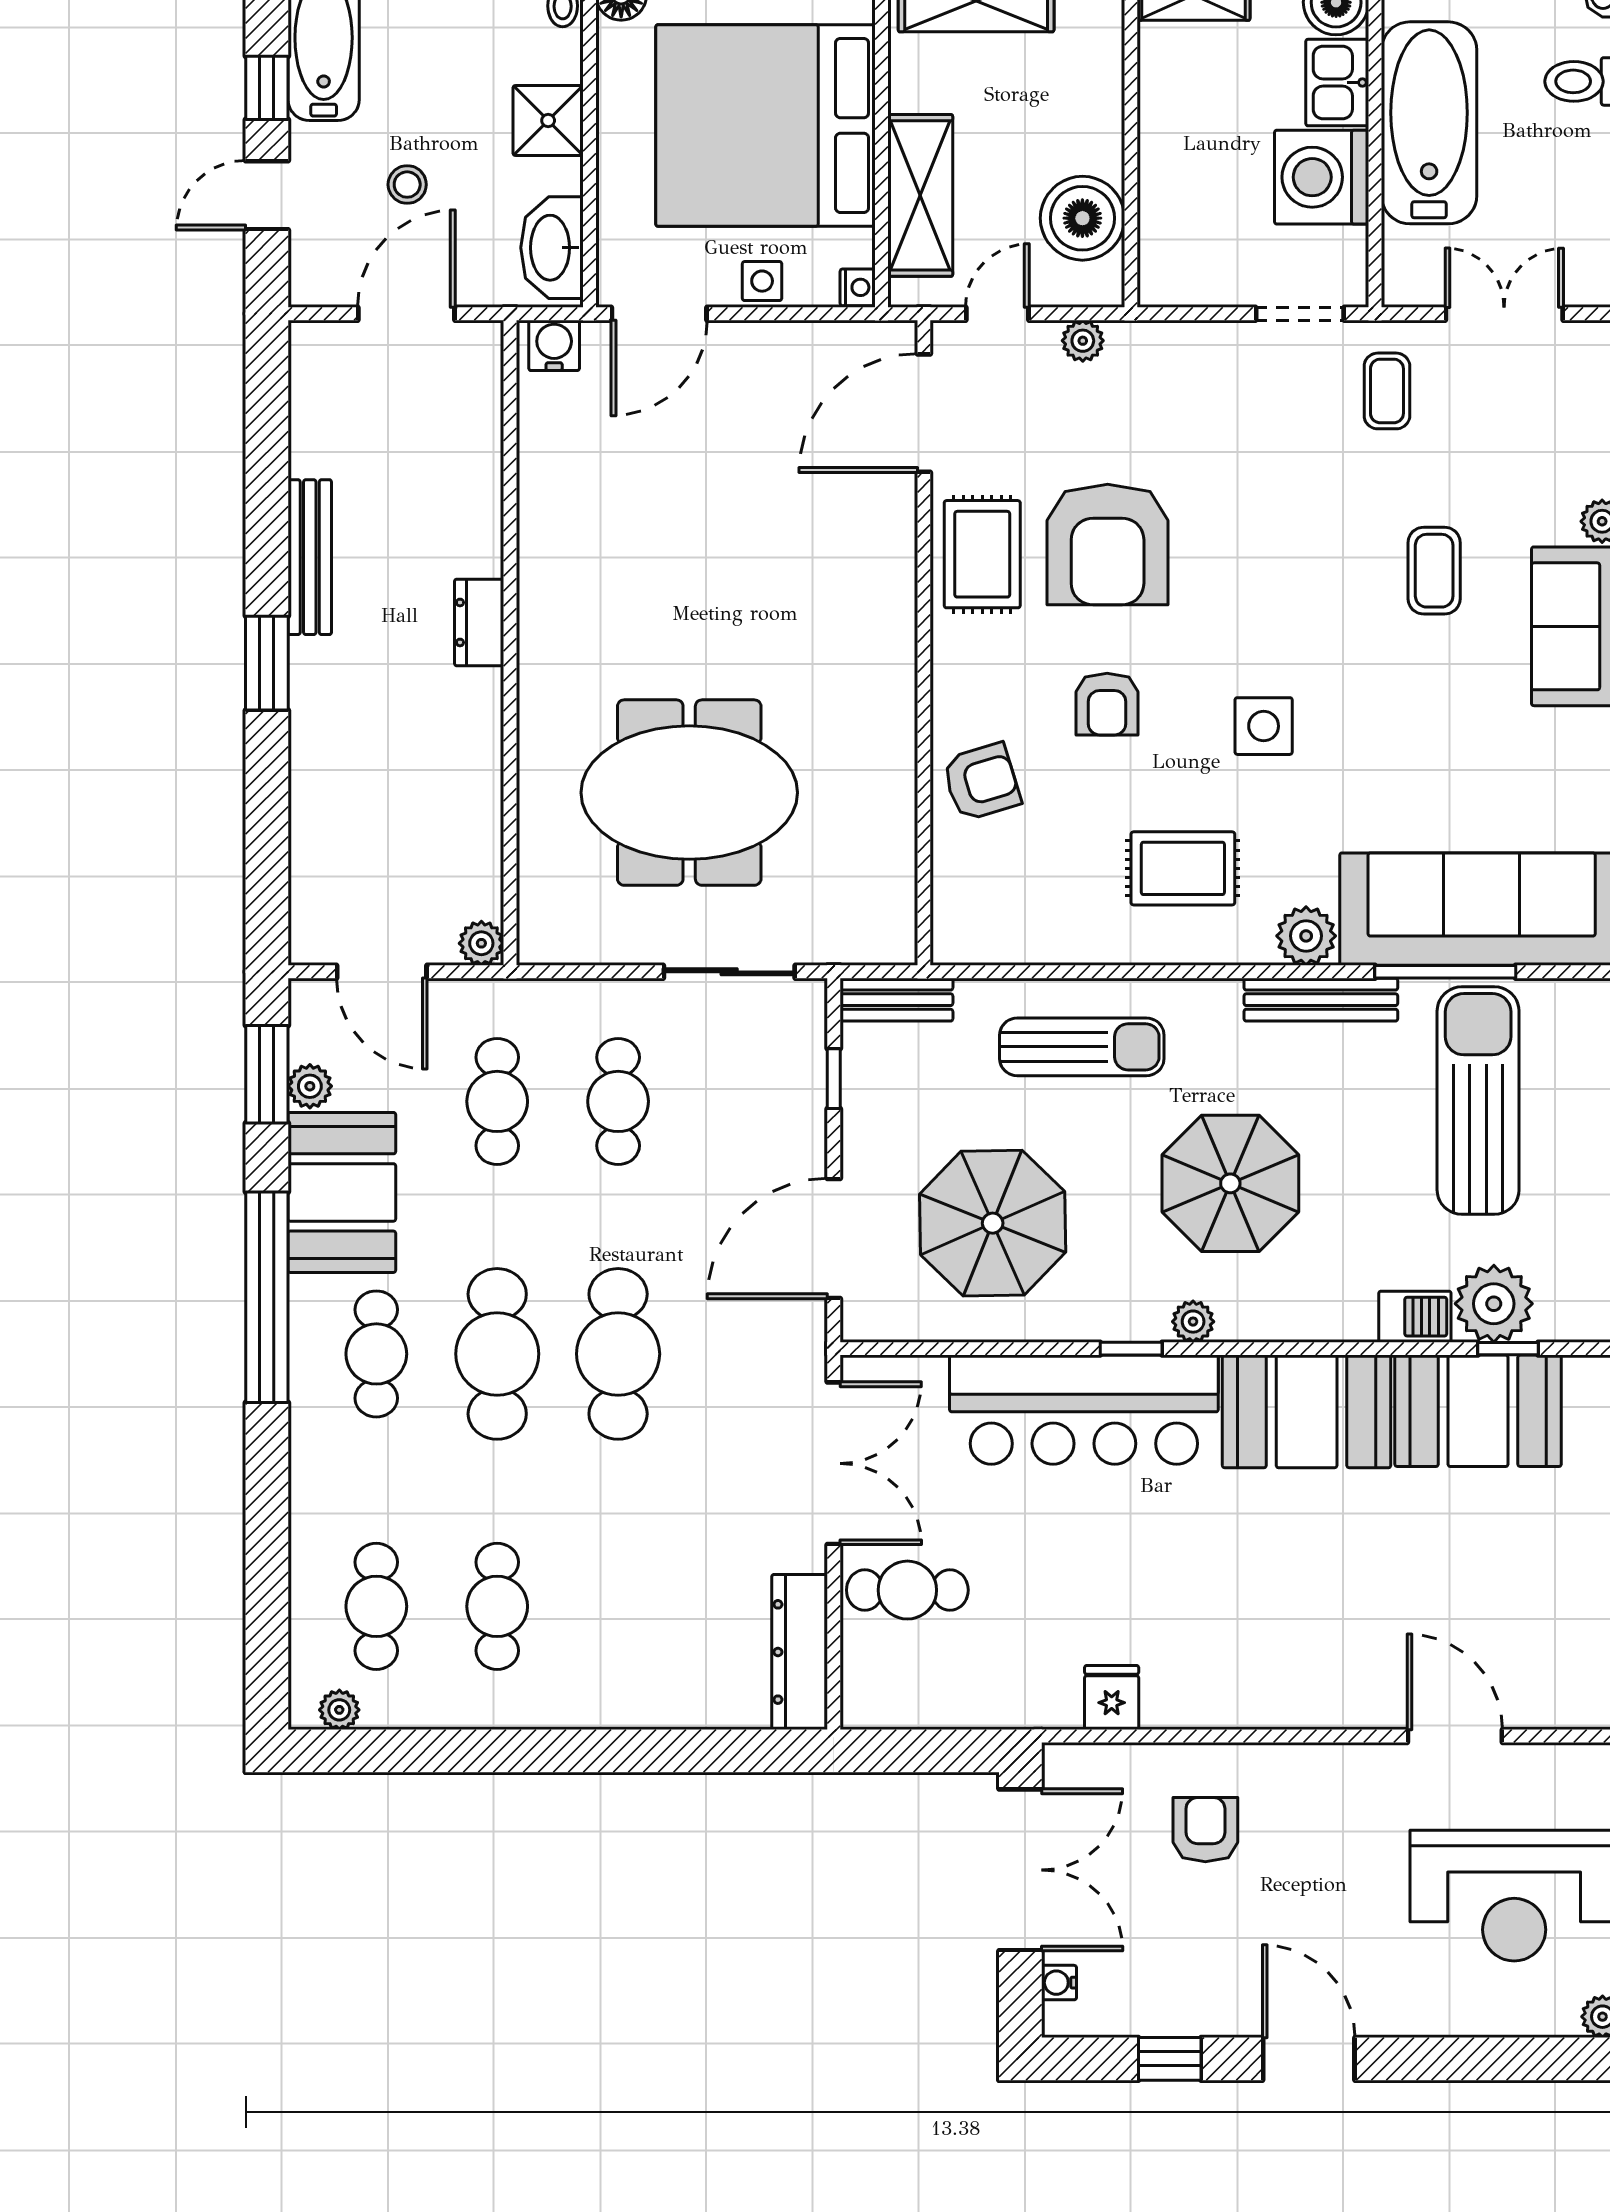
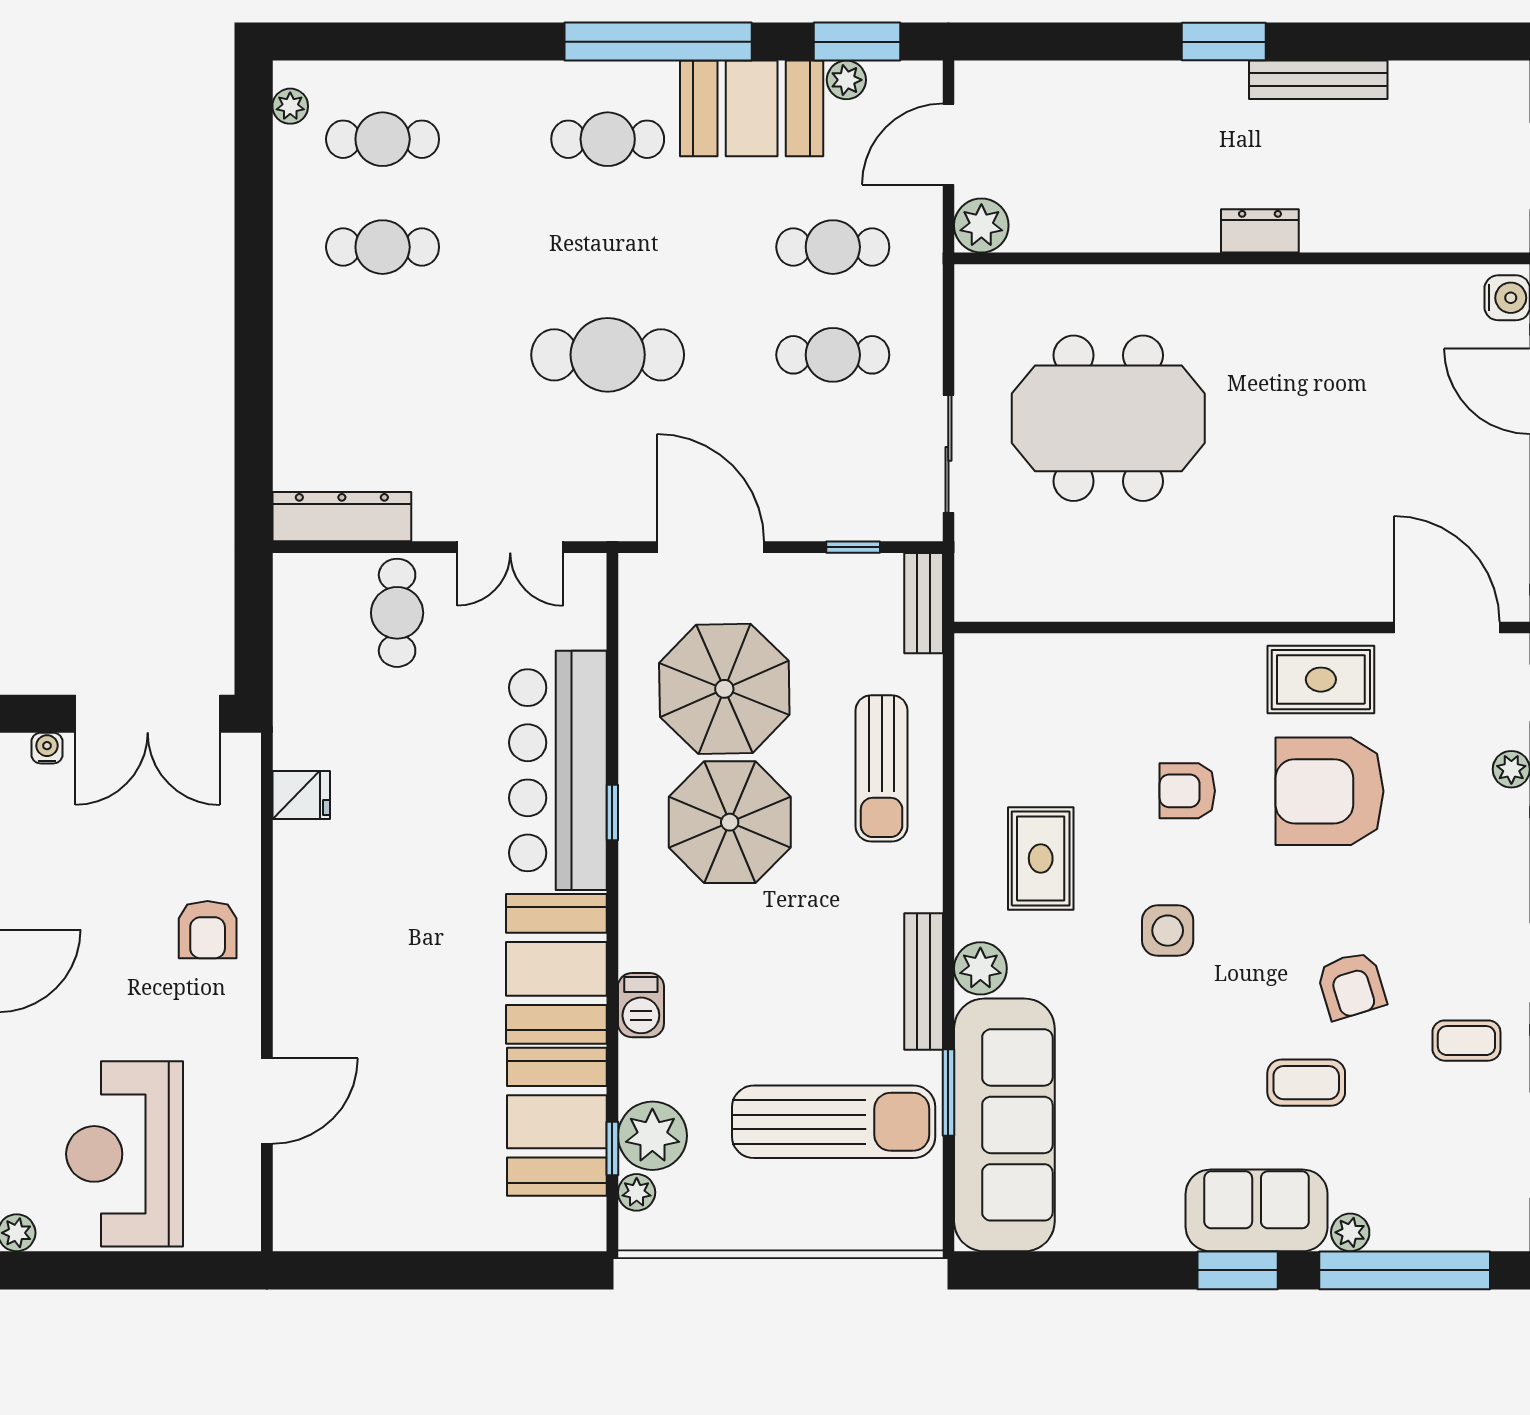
armchair: (981, 782) -> (1351, 985), moved
meeting table: (689, 793) -> (1108, 418), turned 90
plant: (481, 943) -> (981, 225), width x1.38, depth x1.38
window: (1445, 972) -> (948, 1093), width x0.69
parasol: (1230, 1183) -> (730, 822), moved
barbecue: (1415, 1317) -> (641, 1005), moved
plant: (1193, 1322) -> (637, 1192), moved
cafe table: (497, 1354) -> (608, 247), removed
double door: (834, 1463) -> (510, 547), width x0.73
armchair: (1205, 1830) -> (208, 930), moved, turned 90

